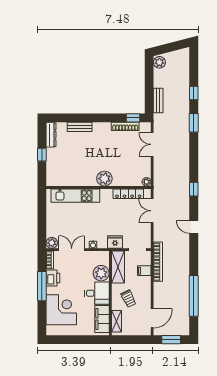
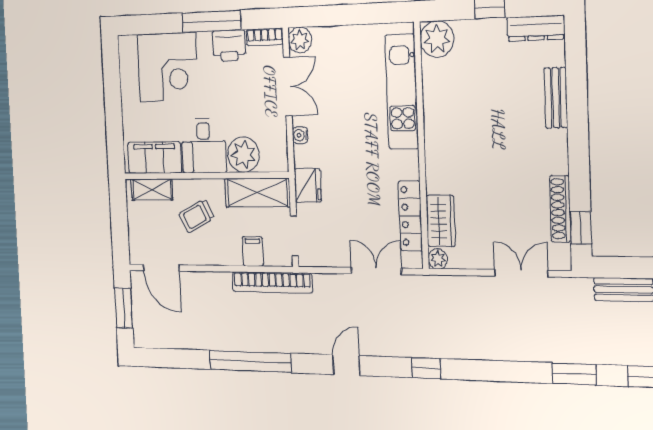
plant: (104, 179) -> (437, 39), moved
wardrobe: (130, 180) -> (441, 221), added
window: (194, 296) -> (250, 361), moved

